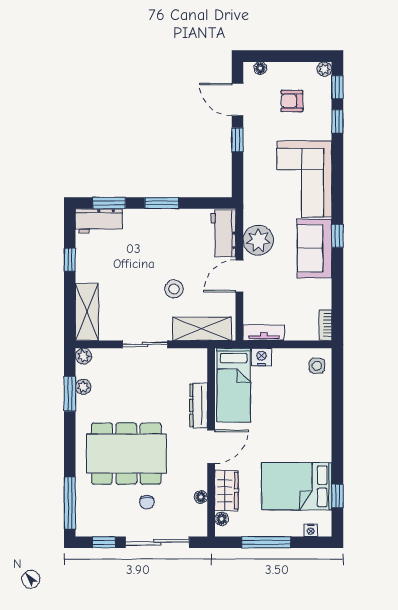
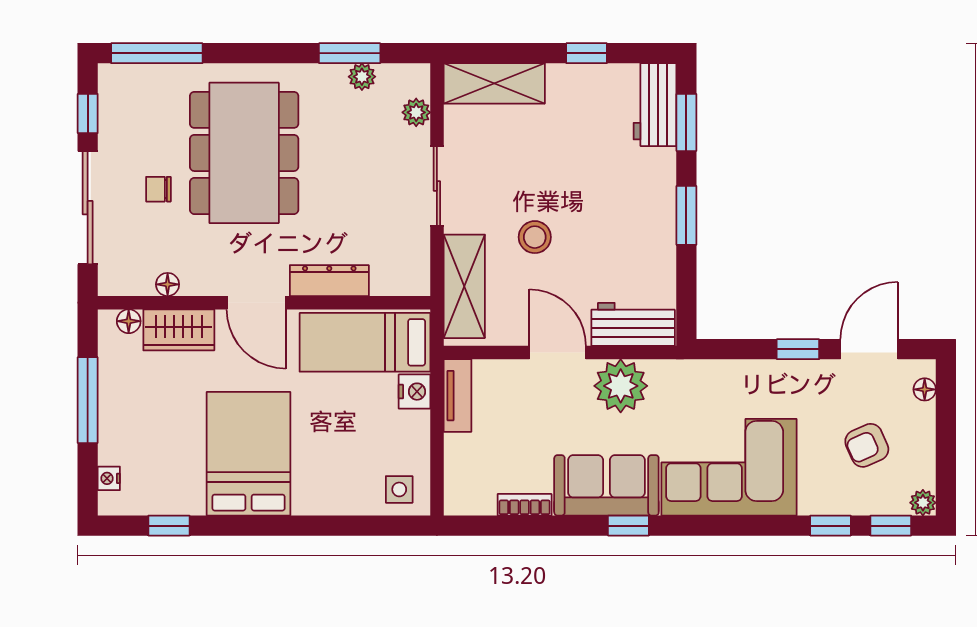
armchair: (292, 101) -> (867, 445), turned -114
bookcase: (326, 325) -> (525, 505), moved
plant: (83, 356) -> (416, 112), moved
bed: (297, 486) -> (249, 454), moved

